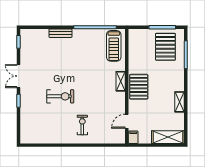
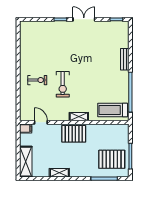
exercise bike: (60, 96) -> (63, 84), moved

